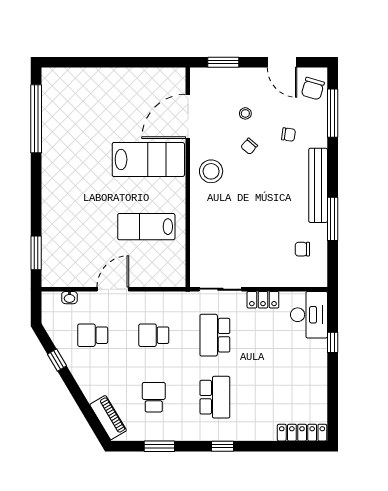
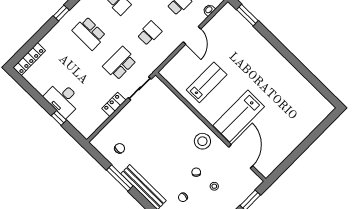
window: (36, 119) -> (313, 80), removed
desk: (309, 315) -> (63, 99), moved
school desk: (215, 335) -> (120, 63), turned -90

